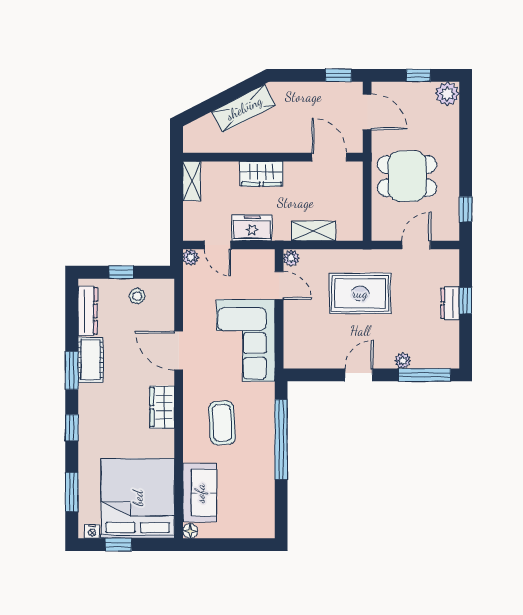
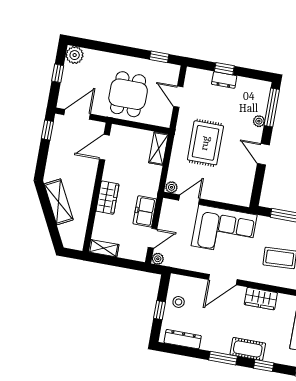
shelving: (313, 231) -> (158, 148), moved
cot: (90, 360) -> (248, 349), moved

